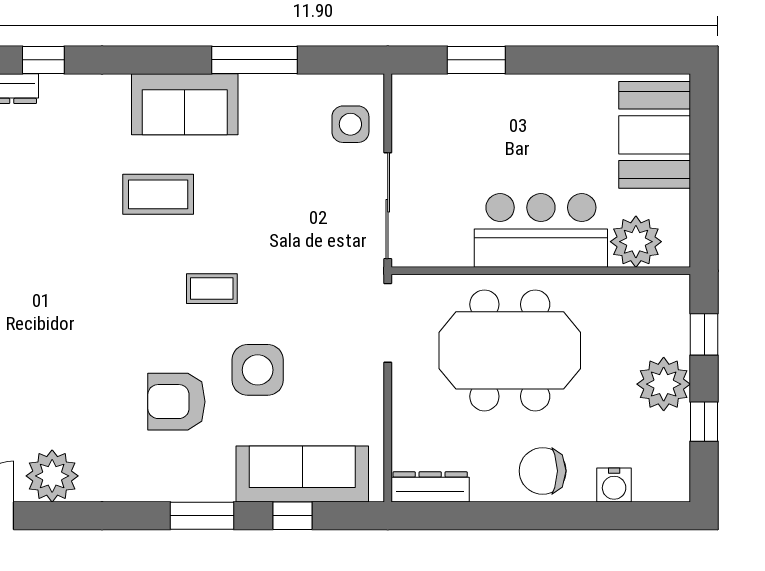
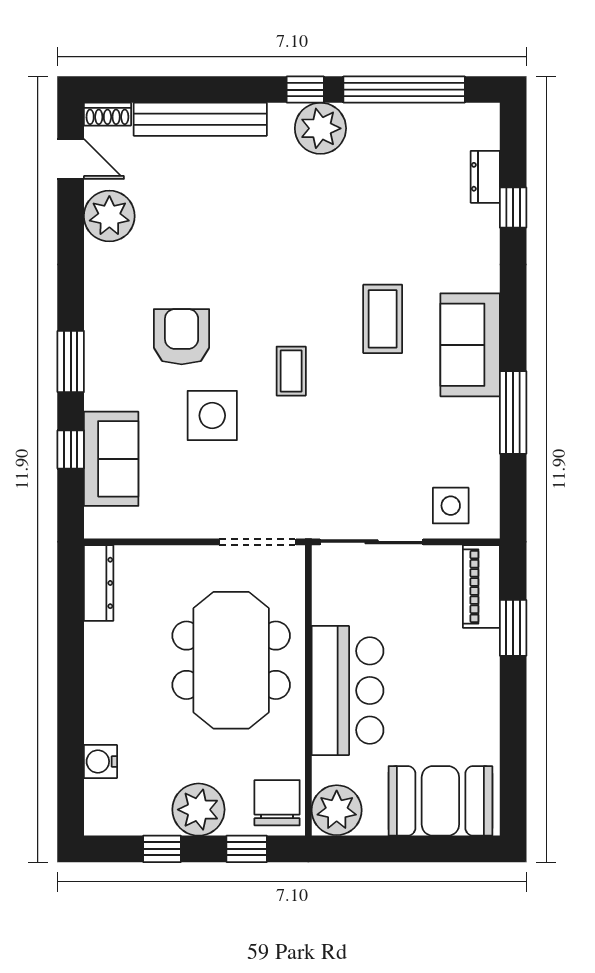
piano: (434, 93) -> (481, 586), added
plant: (636, 242) -> (337, 810), moved
chair: (543, 471) -> (277, 803), moved
sofa: (302, 474) -> (111, 459), width x0.73

